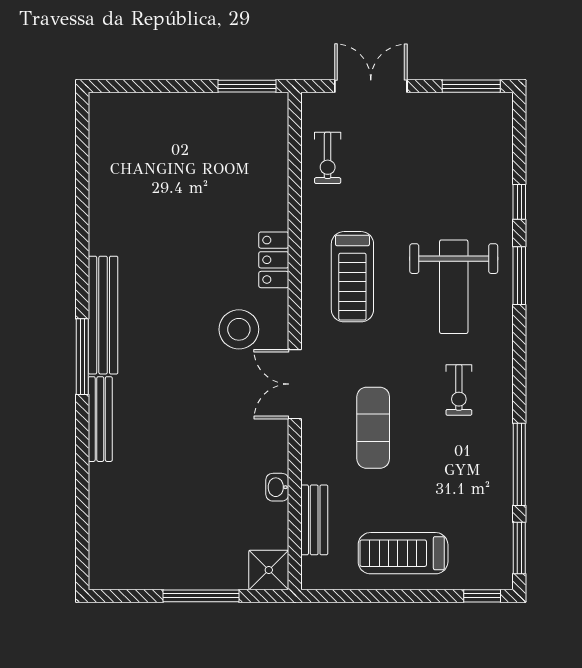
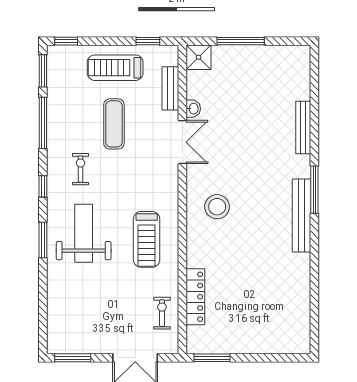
window: (519, 202) -> (43, 186), moved
locker: (274, 260) -> (195, 297), moved, width x1.53
treadmill: (352, 277) -> (147, 239), turned 180
double door: (295, 384) -> (182, 142), moved
bench: (100, 419) -> (303, 127), moved
exercise mat: (373, 428) -> (114, 124), moved
treadmill: (403, 553) -> (115, 68), turned 180
window: (350, 596) -> (148, 41), added

